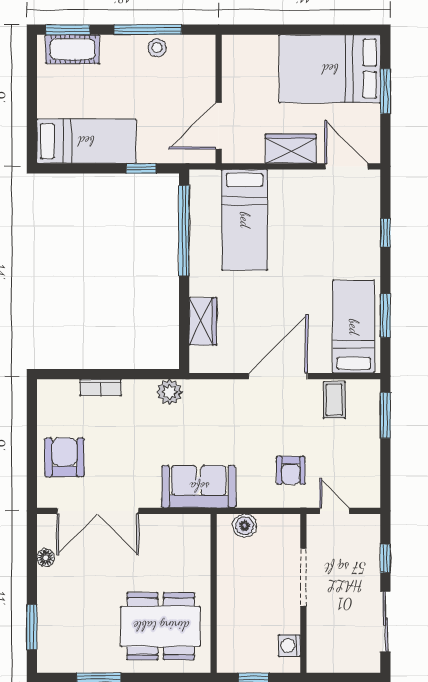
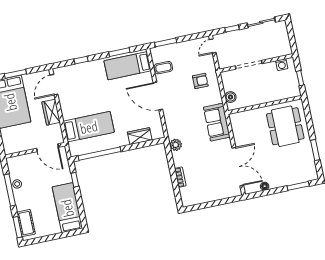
armchair: (65, 457) -> (216, 187), removed
door: (335, 511) -> (213, 46), moved

